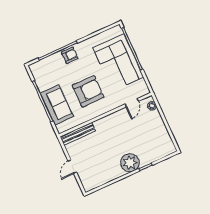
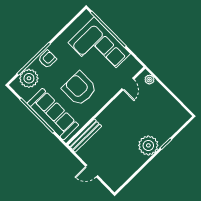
plant: (47, 66) -> (29, 78), added
armchair: (88, 91) -> (79, 89), turned -90
sofa: (57, 105) -> (53, 114), width x1.36
door: (72, 167) -> (92, 171), hinge flipped

